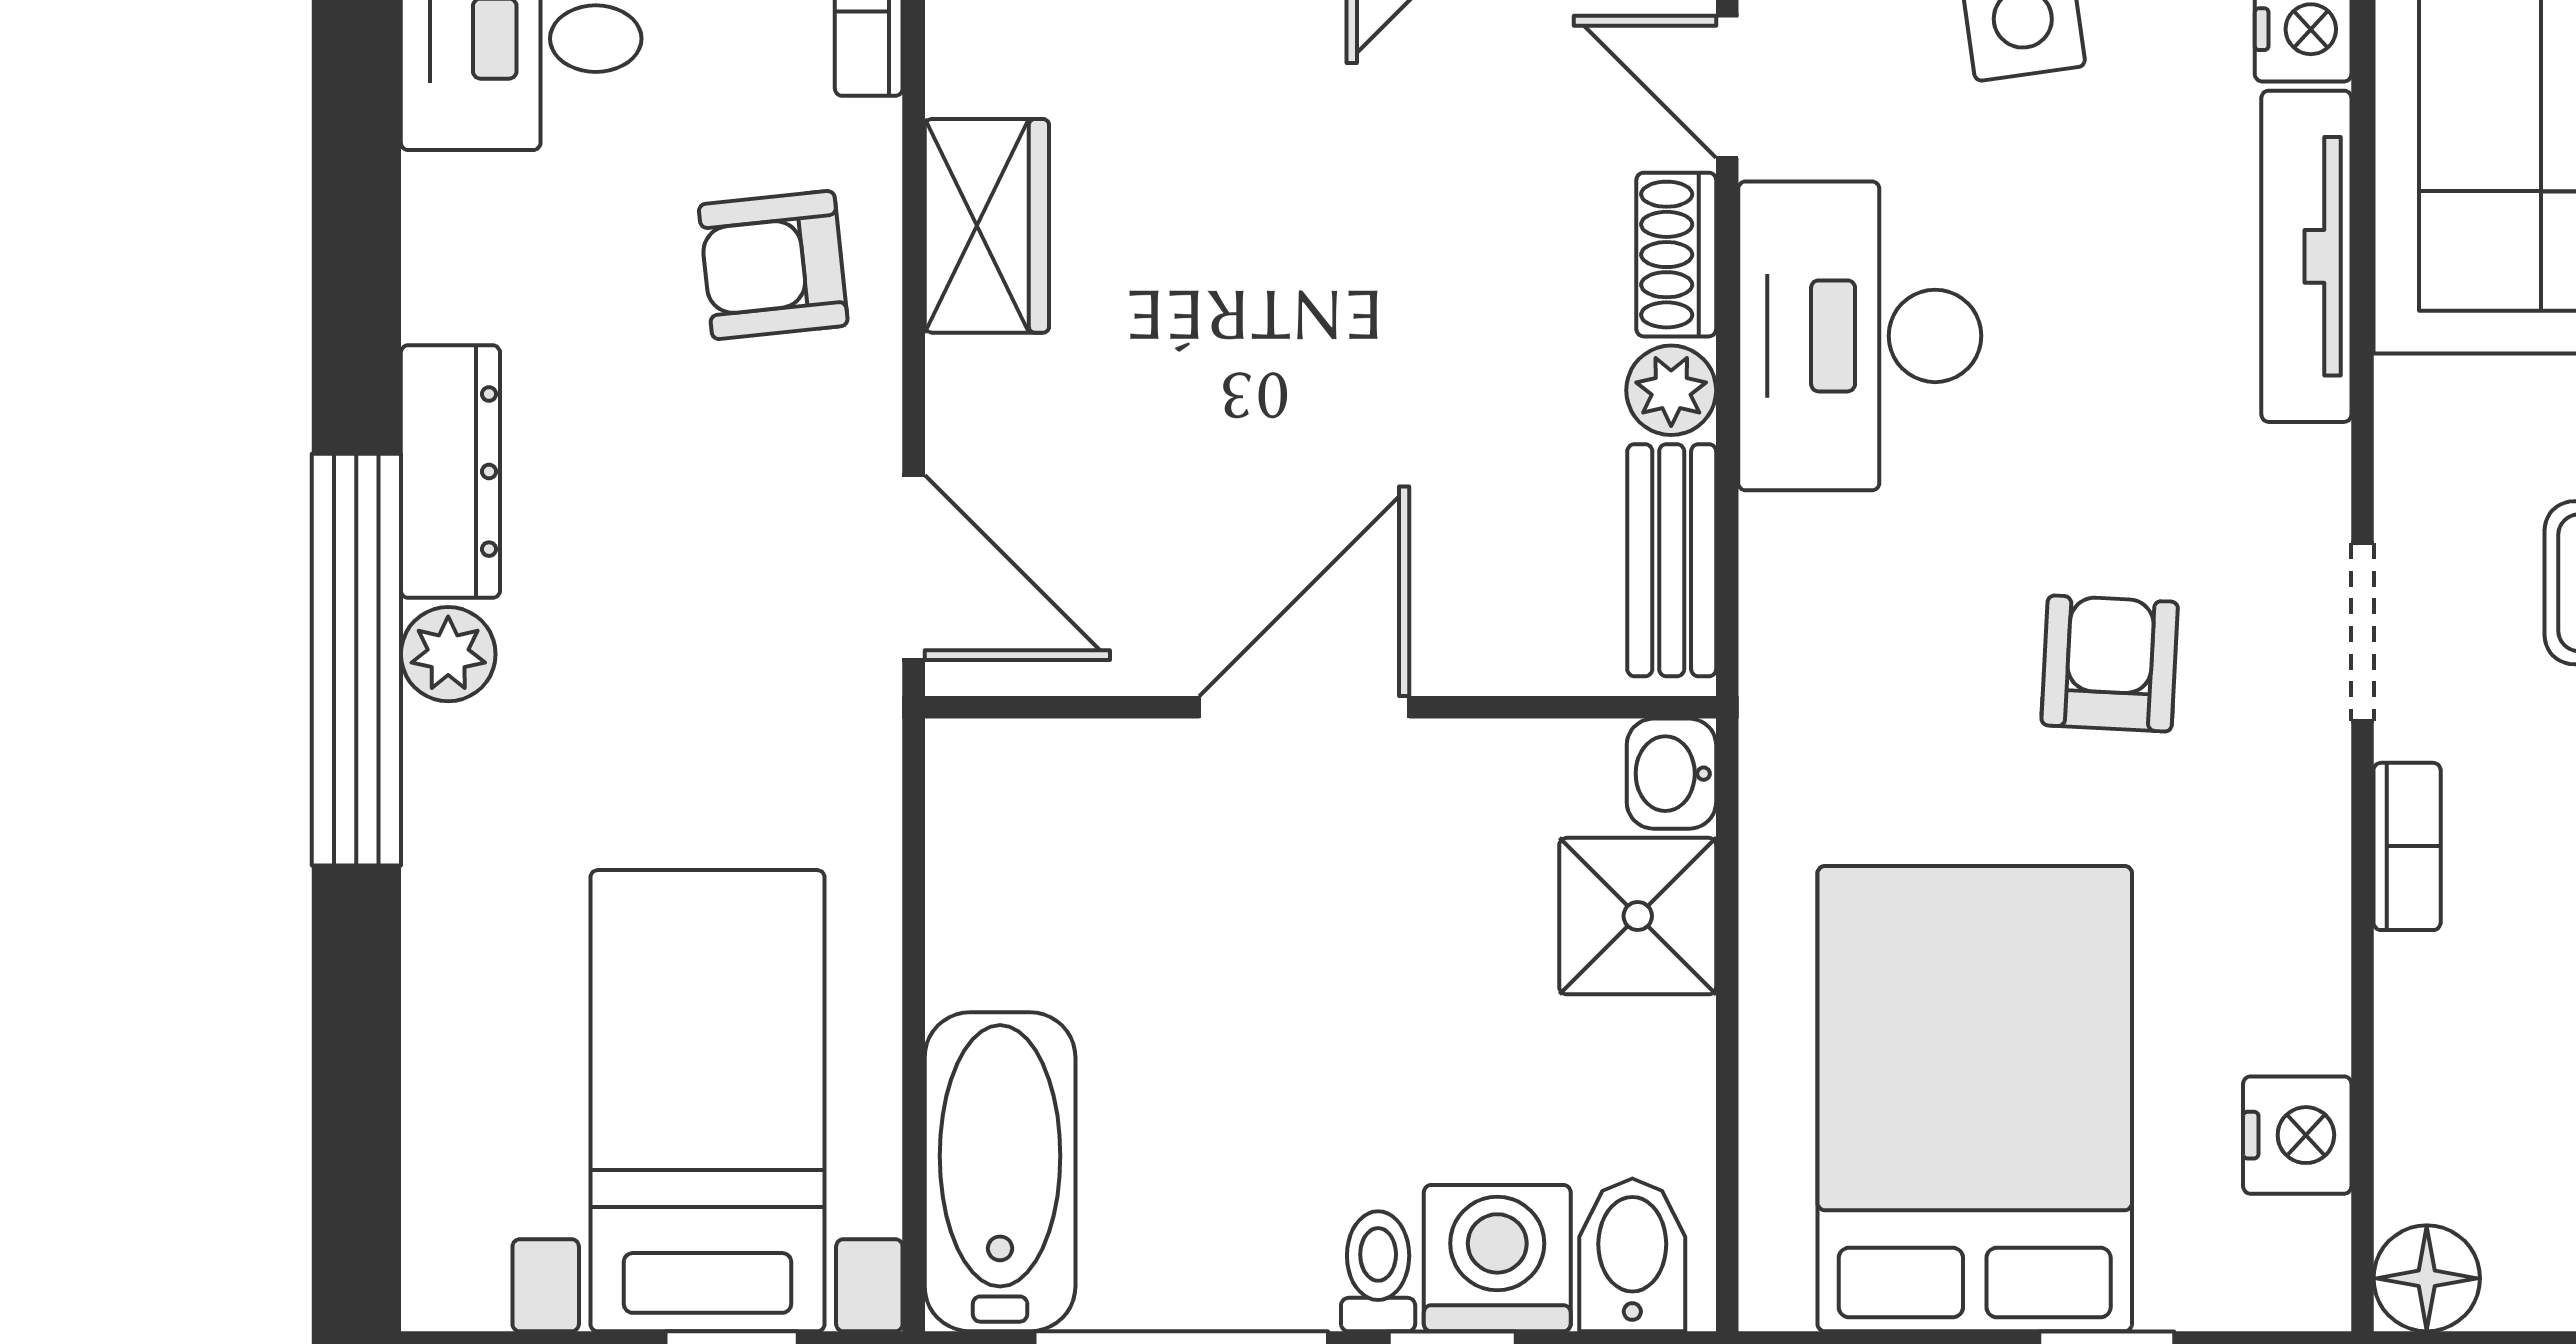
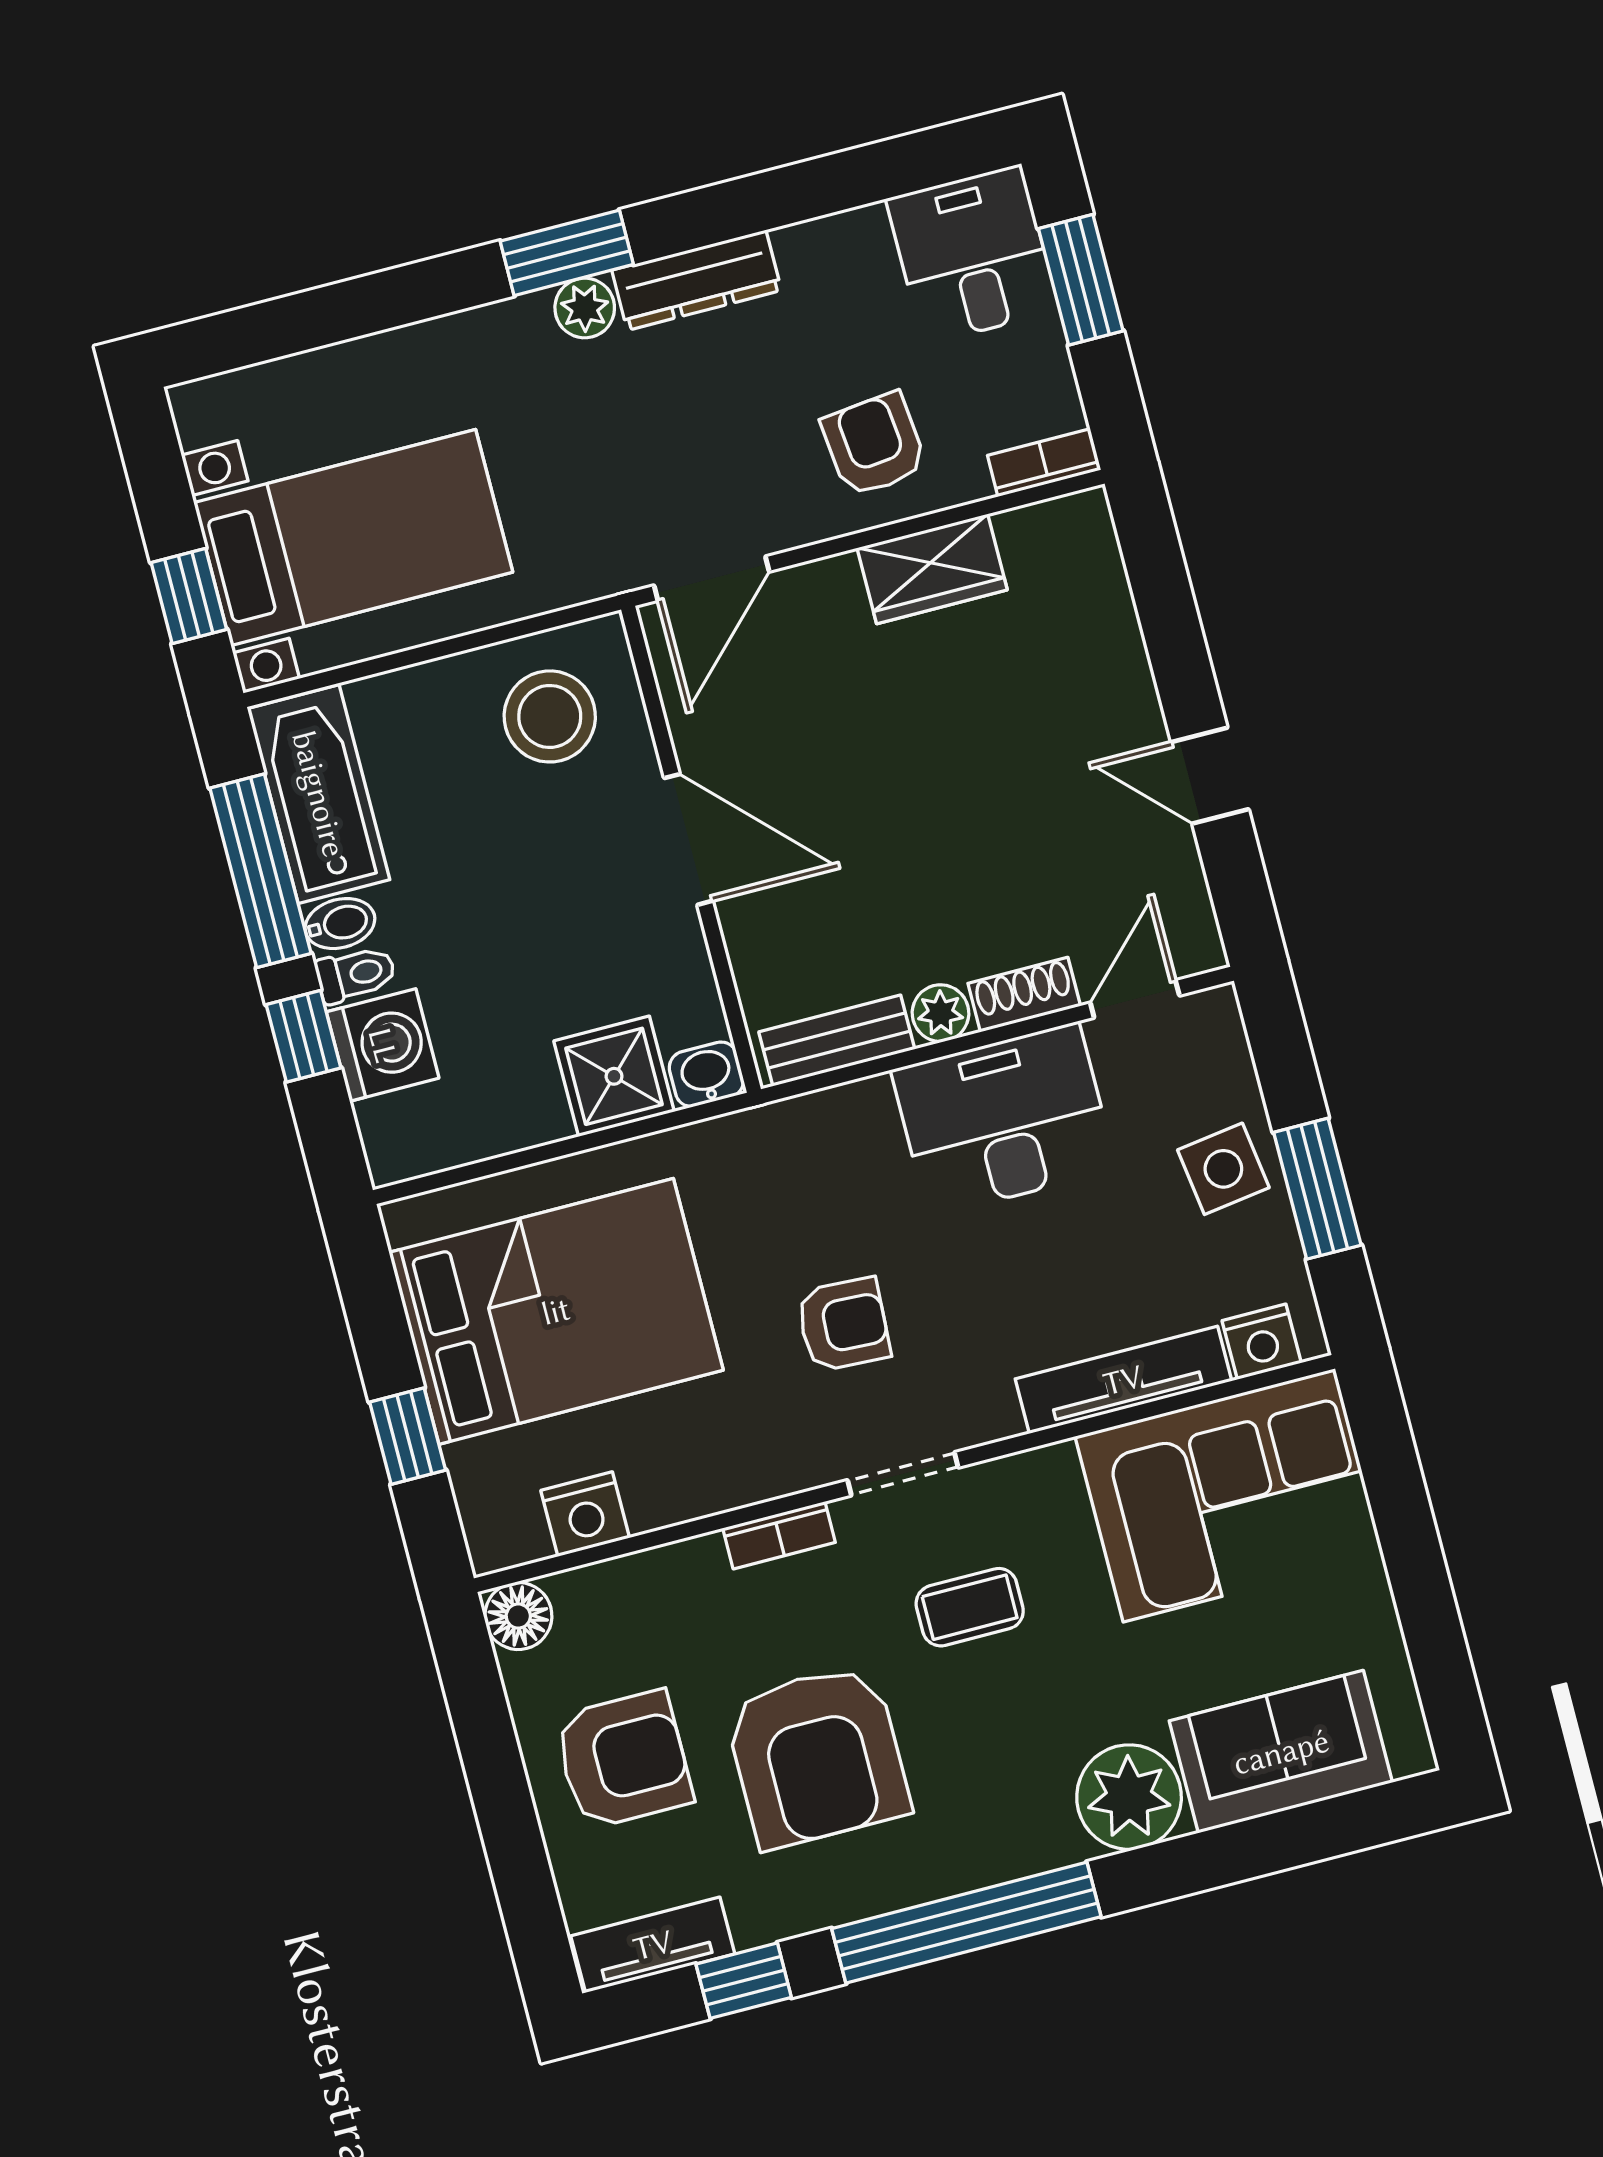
window: (356, 660) -> (567, 253), width x0.47
stool: (1060, 871) -> (550, 716), added
bathtub: (1000, 1172) -> (319, 794), moved, turned -90
bidet: (1632, 1255) -> (340, 924), moved, width x0.72, depth x0.74

